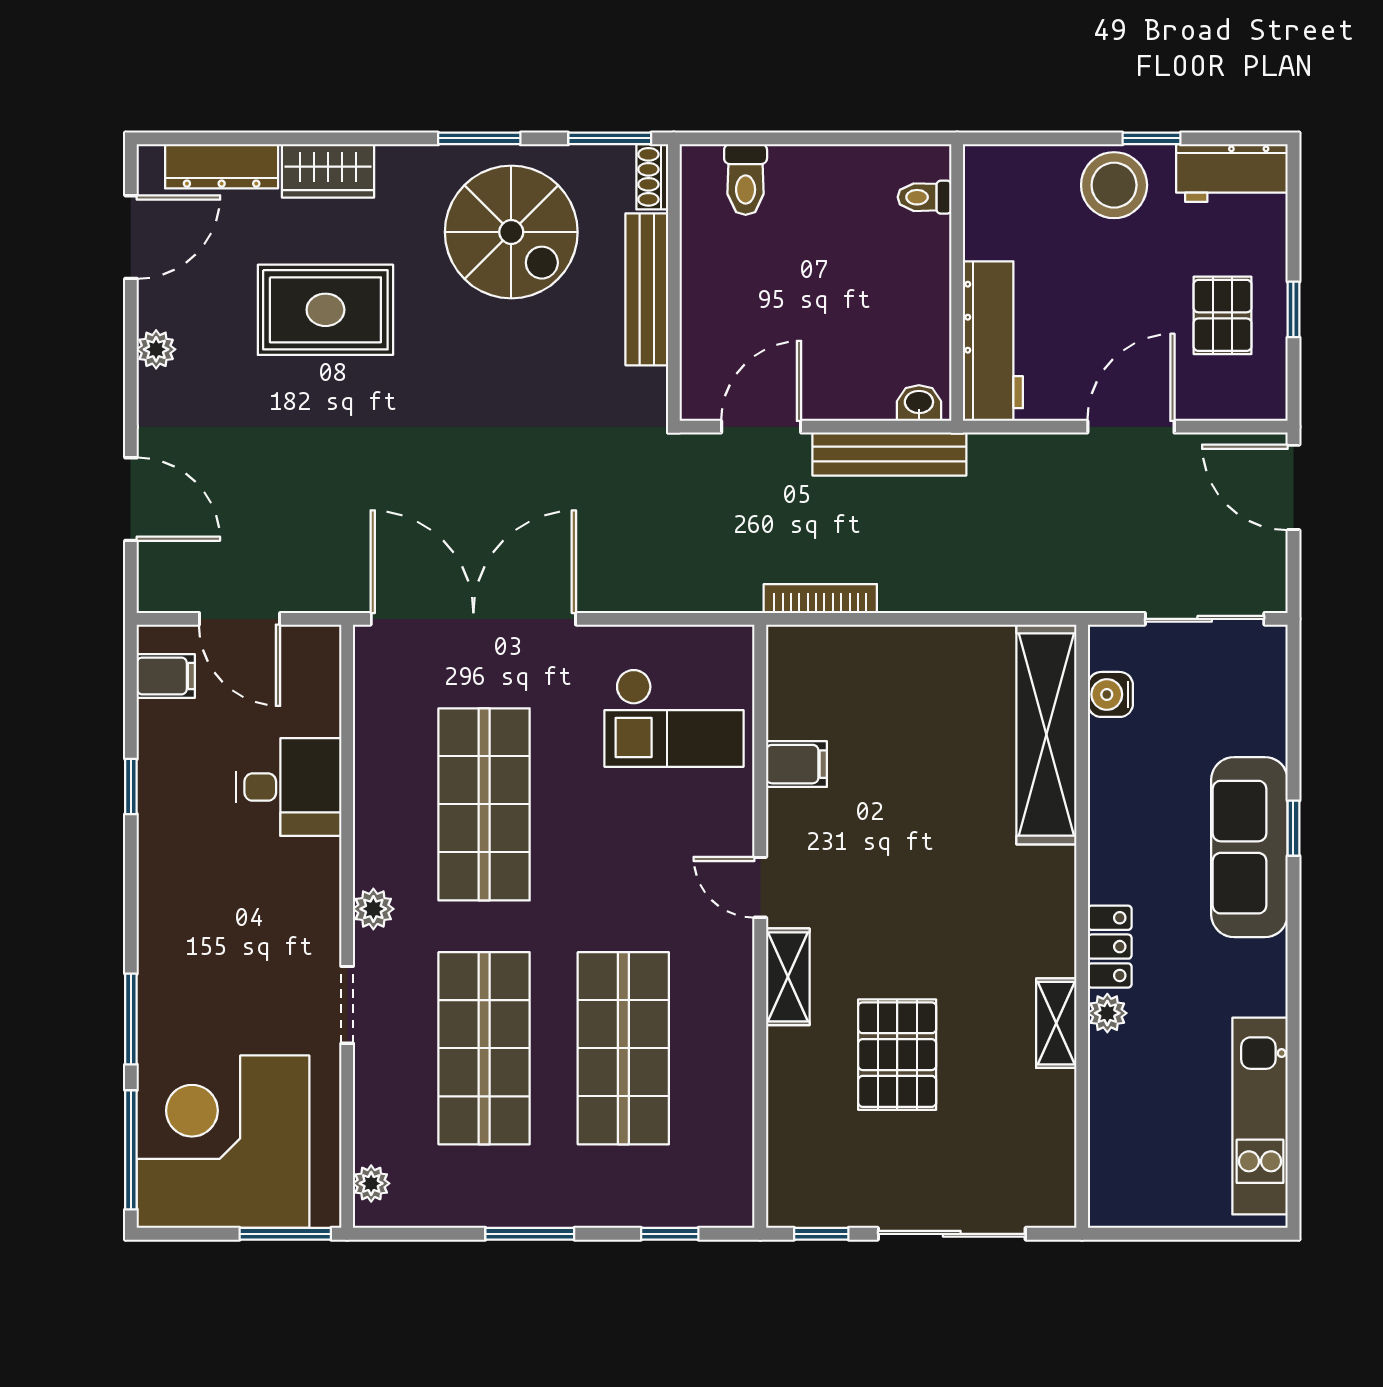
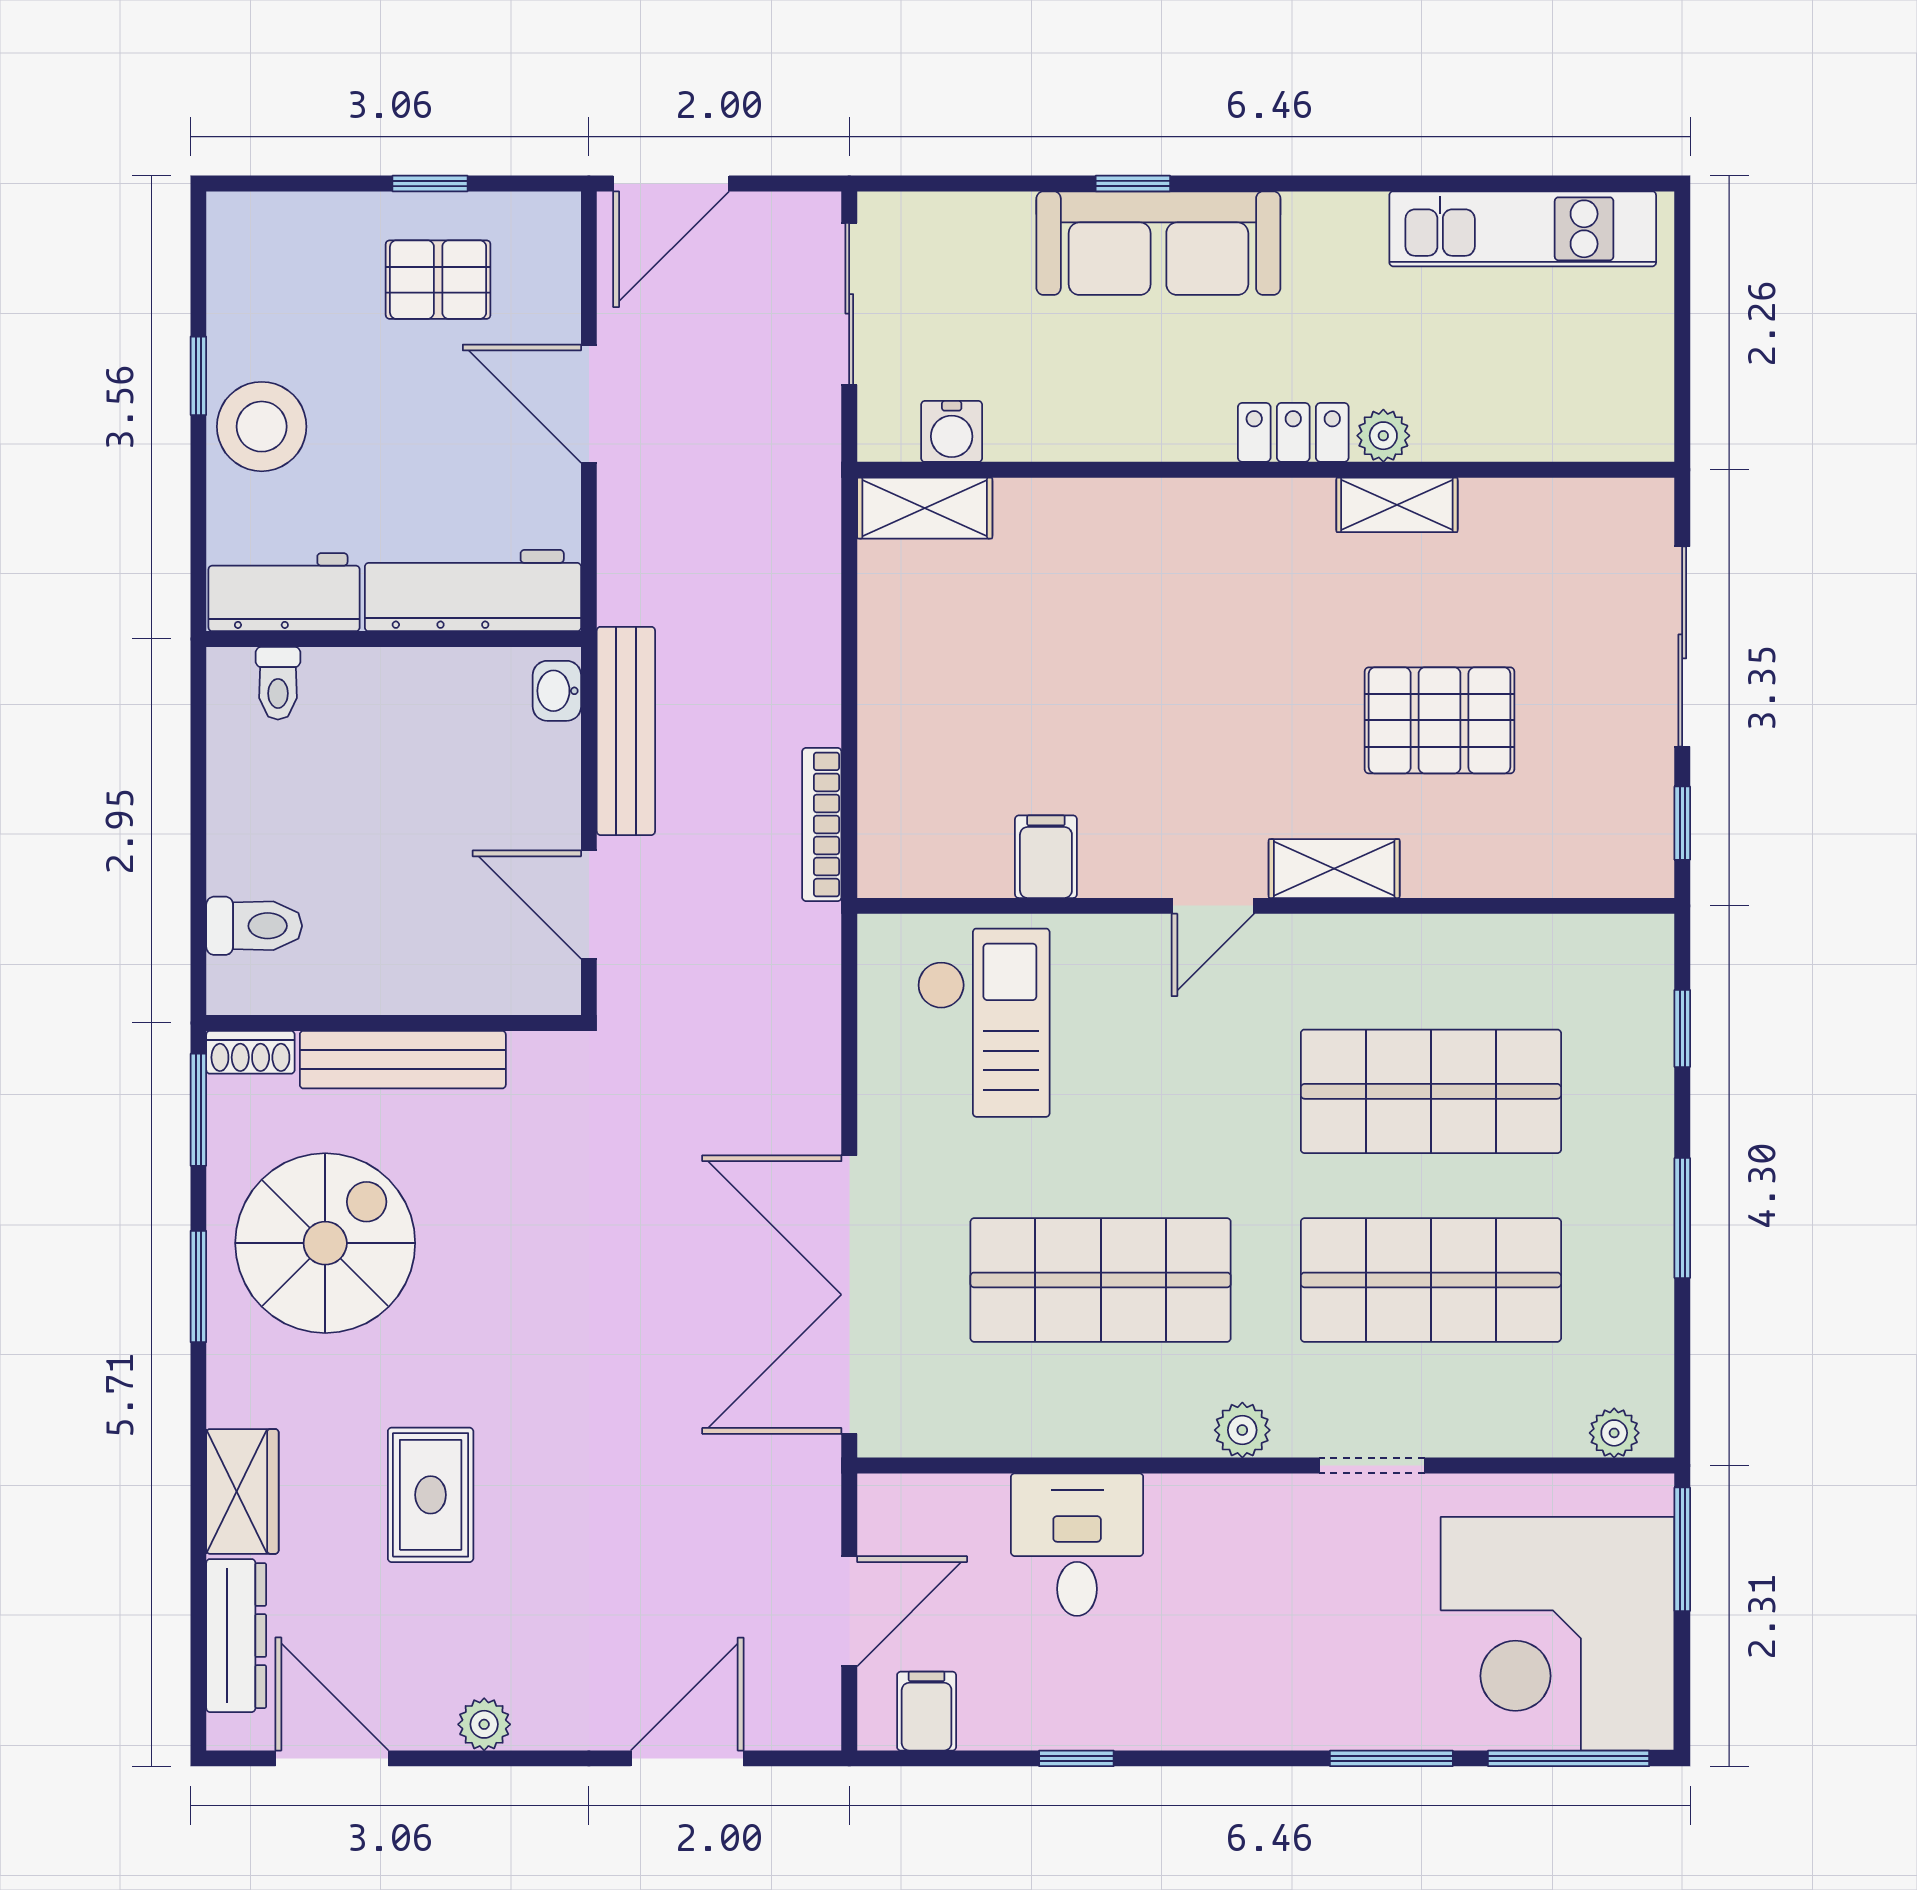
workbench: (1232, 173) -> (284, 592), moved, turned -90
rug: (325, 310) -> (431, 1495), width x0.73, depth x0.70
shelving: (1046, 735) -> (925, 508), width x0.45, depth x0.75

